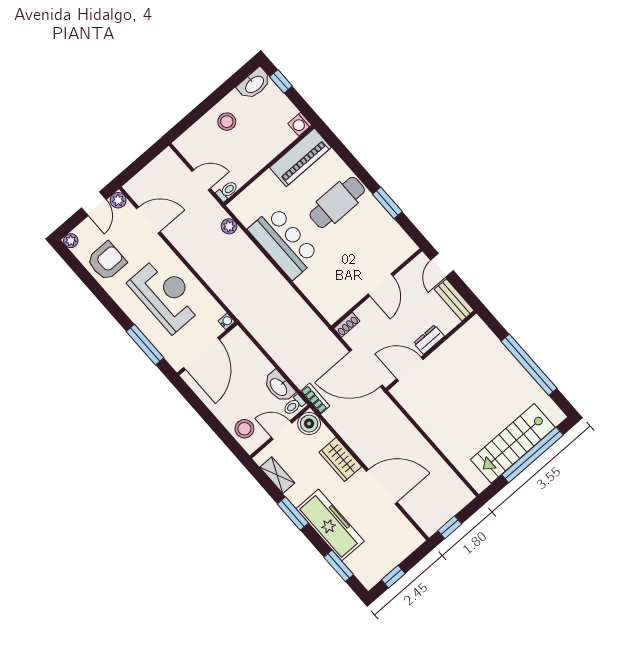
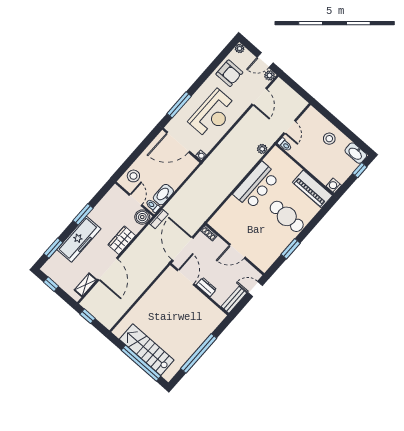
shelving: (277, 475) -> (85, 285), moved

